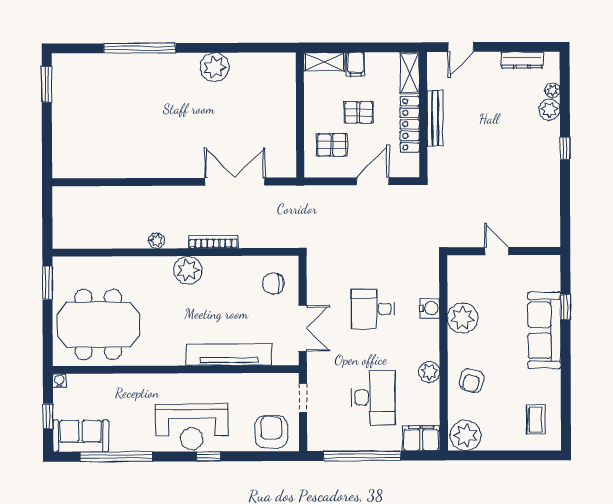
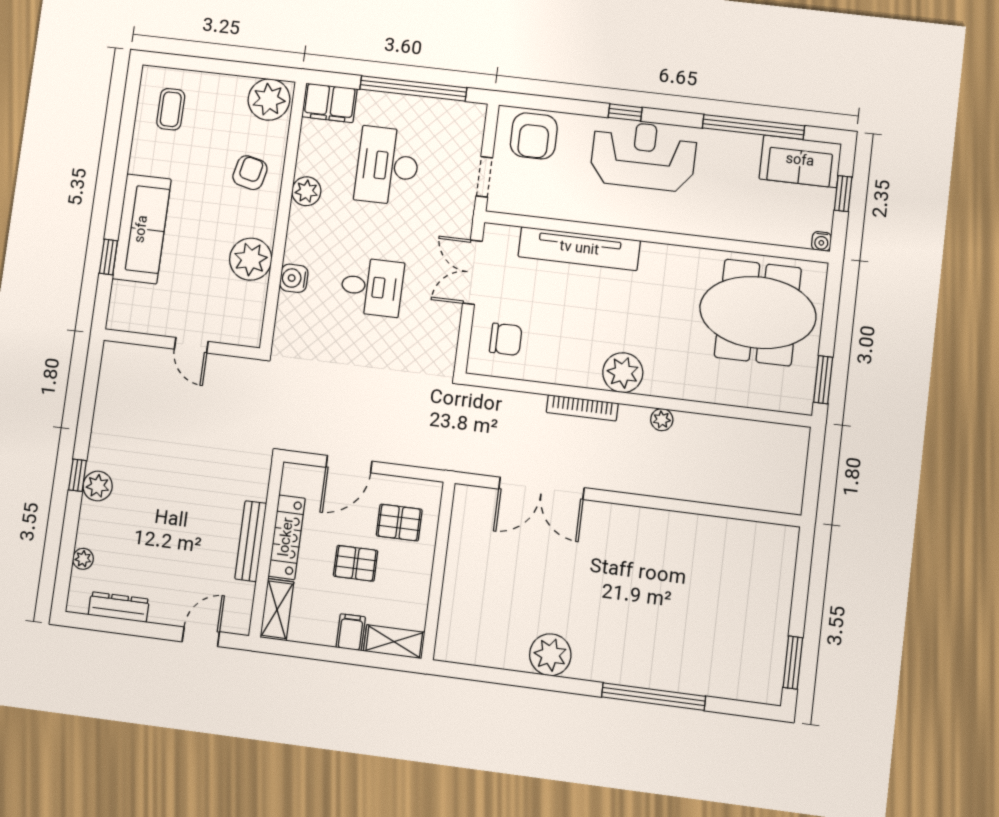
plant: (549, 110) -> (98, 486), moved

